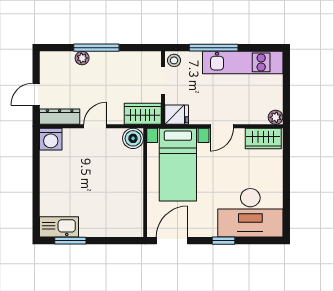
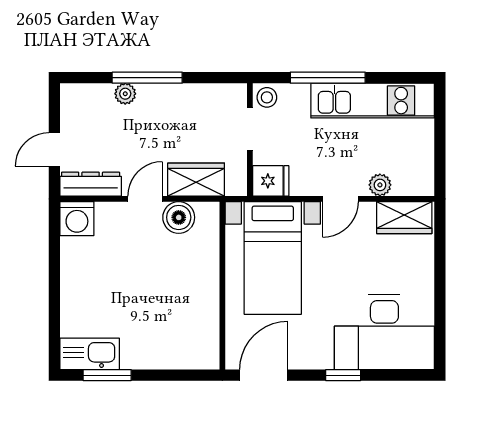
wardrobe: (143, 114) -> (196, 180), moved
plant: (276, 117) -> (380, 185), moved
boiler: (133, 138) -> (179, 217), moved

